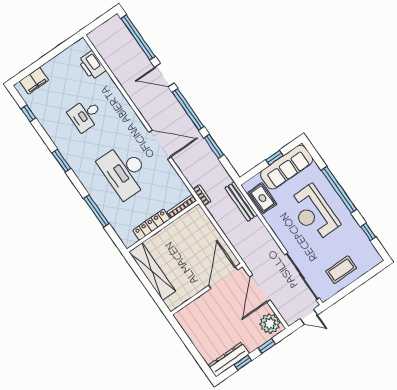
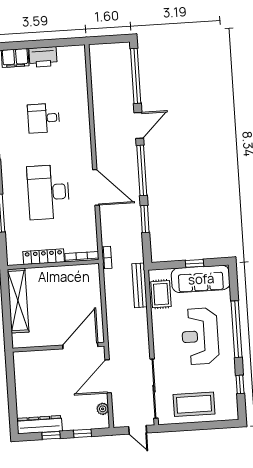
printer: (92, 65) -> (43, 57), moved, turned -90
door: (164, 75) -> (139, 125), swing flipped
coffee table: (341, 270) -> (194, 404), width x1.36, depth x1.32
plant: (270, 324) -> (103, 409), width x0.53, depth x0.53

